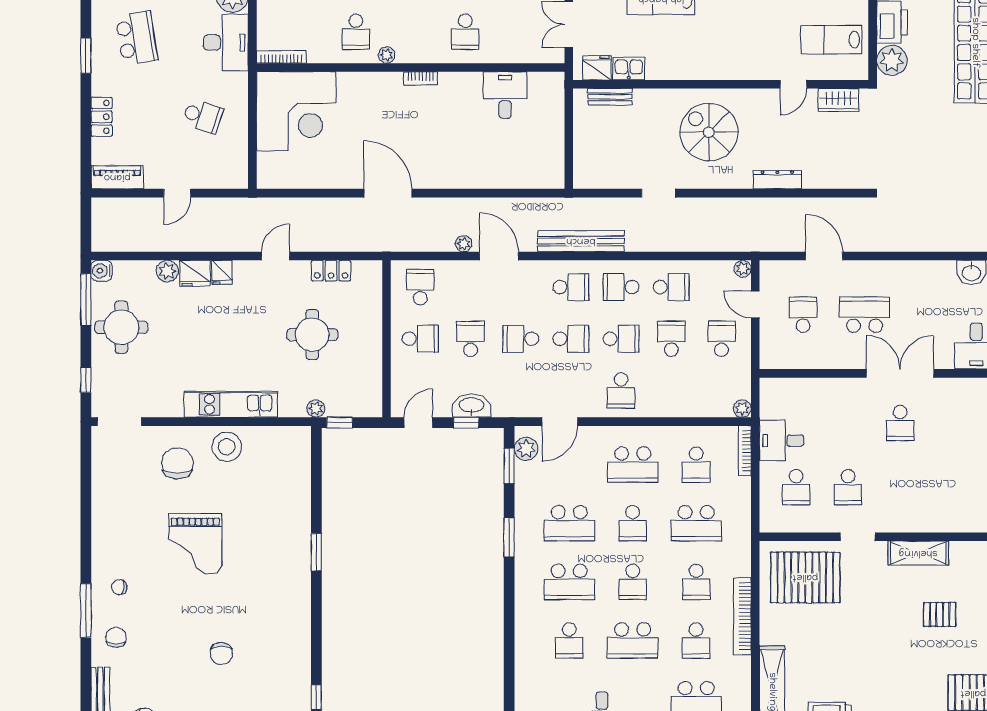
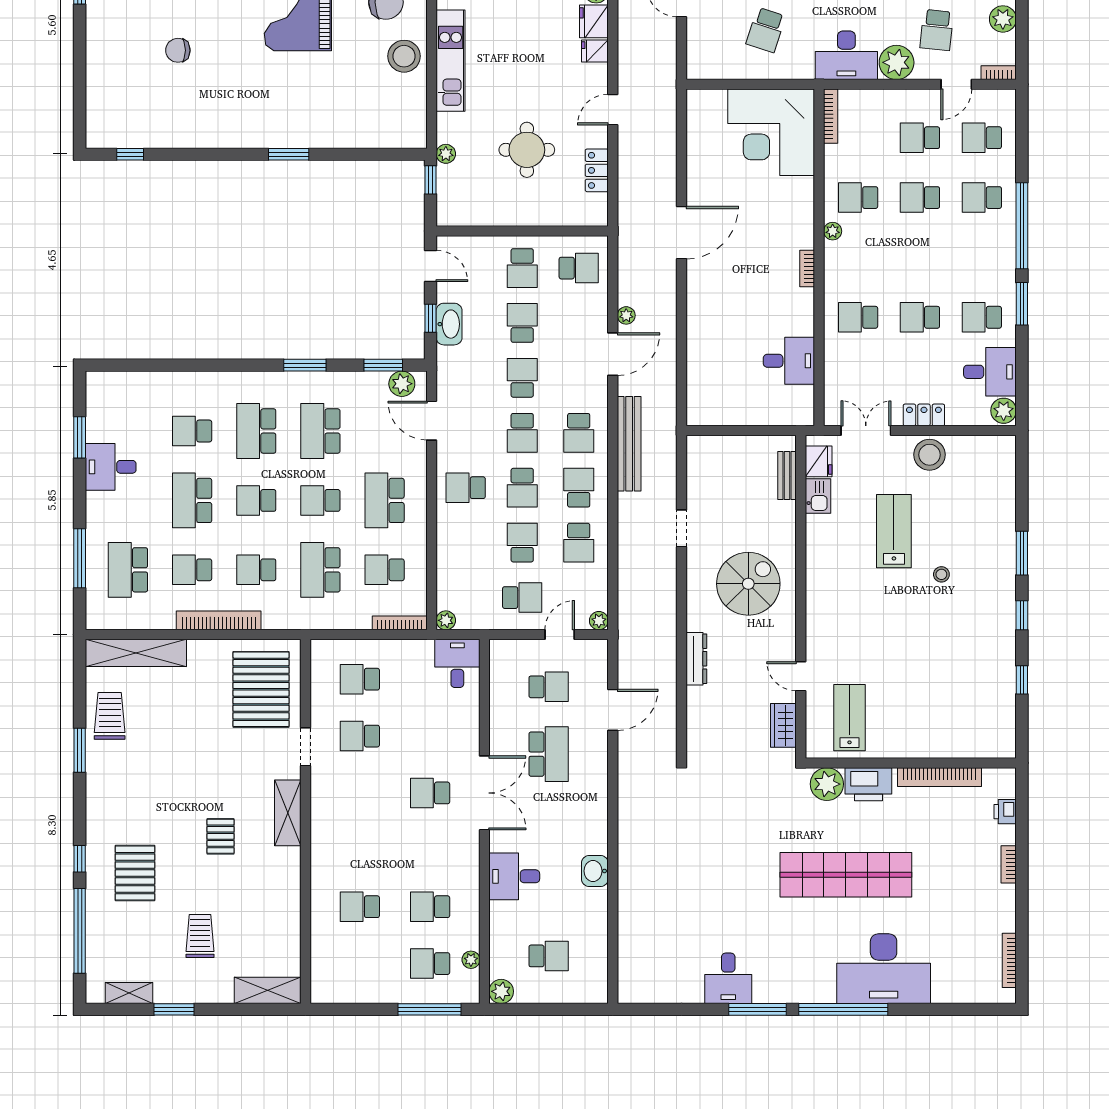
door: (275, 256) -> (613, 110), swing flipped
school desk: (470, 339) -> (522, 323), turned -90
school desk: (671, 339) -> (522, 543), turned -90
desk: (782, 440) -> (457, 663), moved

